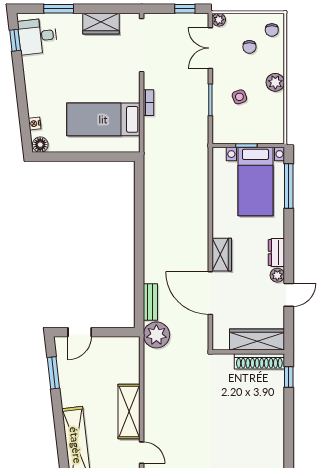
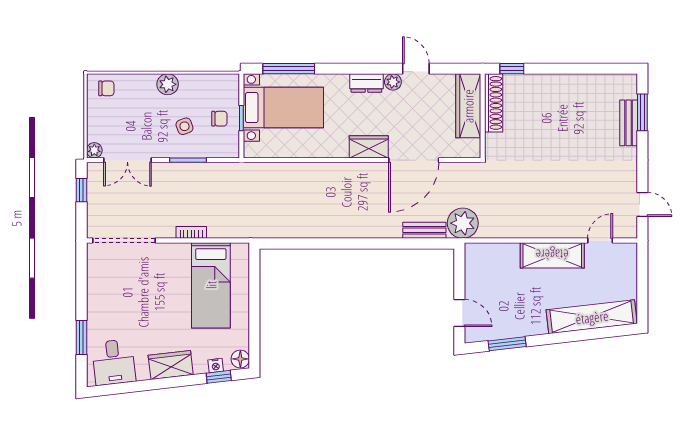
wardrobe: (101, 24) -> (171, 365), moved, turned -97
window: (15, 40) -> (219, 377), moved
chair: (249, 47) -> (219, 119), moved

